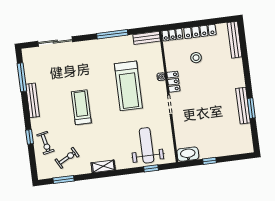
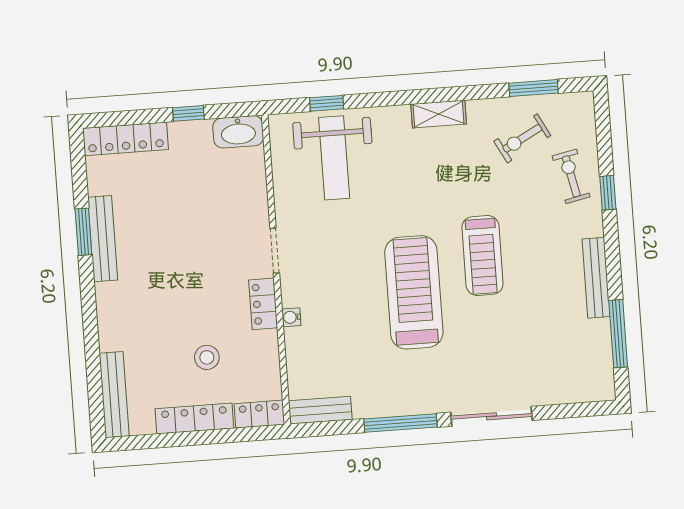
sliding door: (55, 42) -> (492, 416), moved
treadmill: (128, 86) -> (414, 292), moved
locker: (236, 149) -> (126, 139), added

